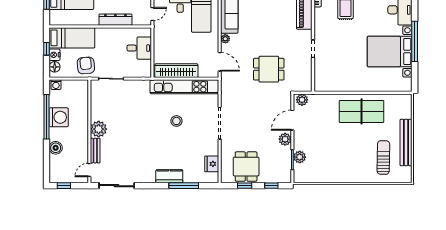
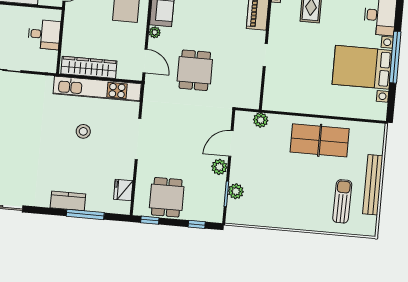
dining table: (269, 69) -> (195, 70), moved, turned 90
plant: (302, 100) -> (261, 120), moved
window: (245, 186) -> (150, 220), moved

